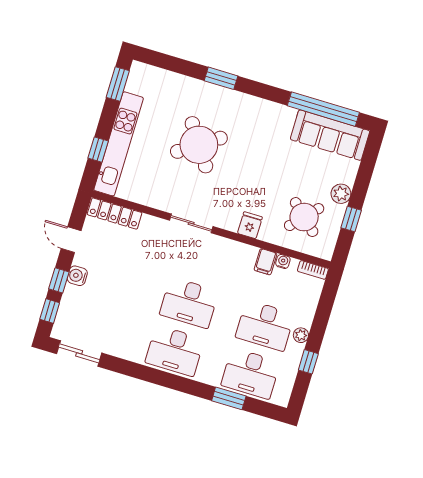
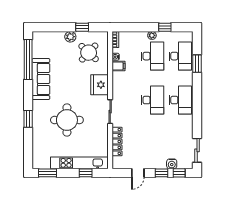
sofa: (330, 135) -> (41, 79), moved
round table: (199, 145) -> (67, 120), turned 34
locker: (115, 214) -> (117, 141), moved
fridge: (250, 225) -> (99, 85), width x1.88, depth x1.34
water cooler: (77, 276) -> (172, 164), moved

